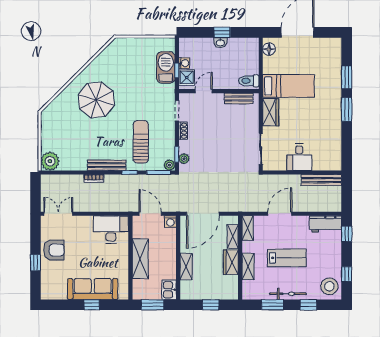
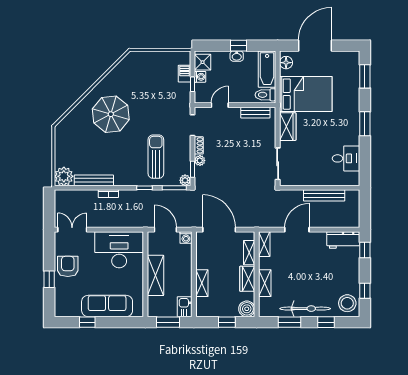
bathtub: (250, 56) -> (267, 69), added
barbecue: (166, 67) -> (184, 74), width x0.53, depth x0.65
shower: (187, 77) -> (203, 62), moved
window: (347, 77) -> (365, 76), moved
bed: (288, 86) -> (306, 94), width x1.50
desk: (299, 157) -> (346, 158), moved, turned -90
plant: (184, 159) -> (200, 160), moved
bench: (107, 165) -> (94, 180), moved
bench: (321, 180) -> (324, 195), moved
door: (203, 214) -> (219, 230), swing flipped
desk: (111, 229) -> (119, 250), width x1.36, depth x1.30
armchair: (54, 250) -> (68, 266), turned -90
lab bench: (287, 258) -> (304, 274), removed
boiler: (230, 292) -> (247, 309), added
bicycle: (288, 294) -> (305, 309), width x1.37, depth x1.40
window: (92, 305) -> (87, 322), moved

